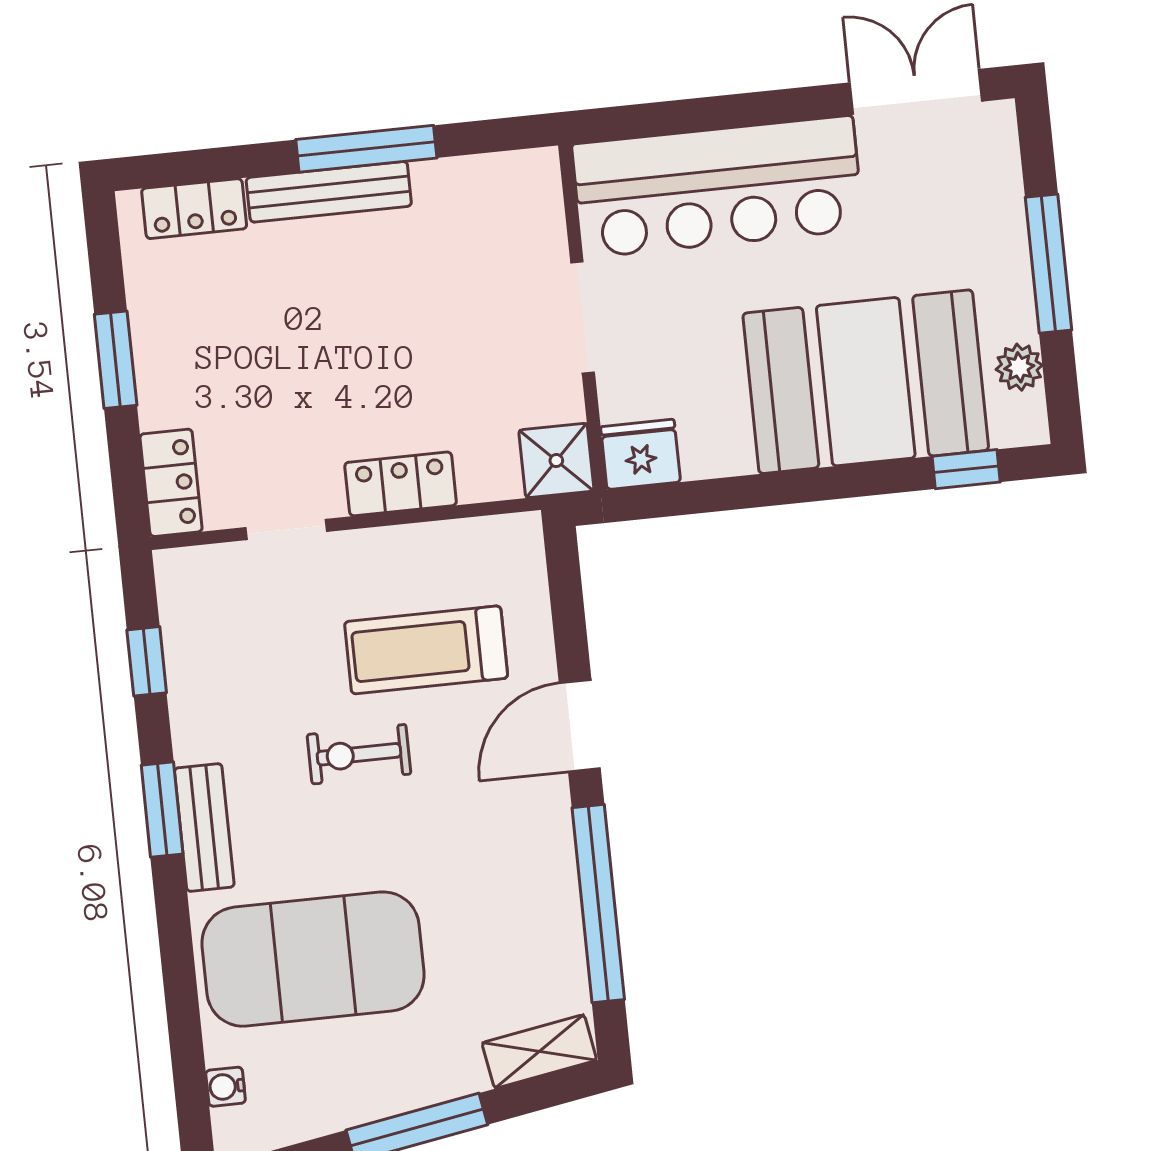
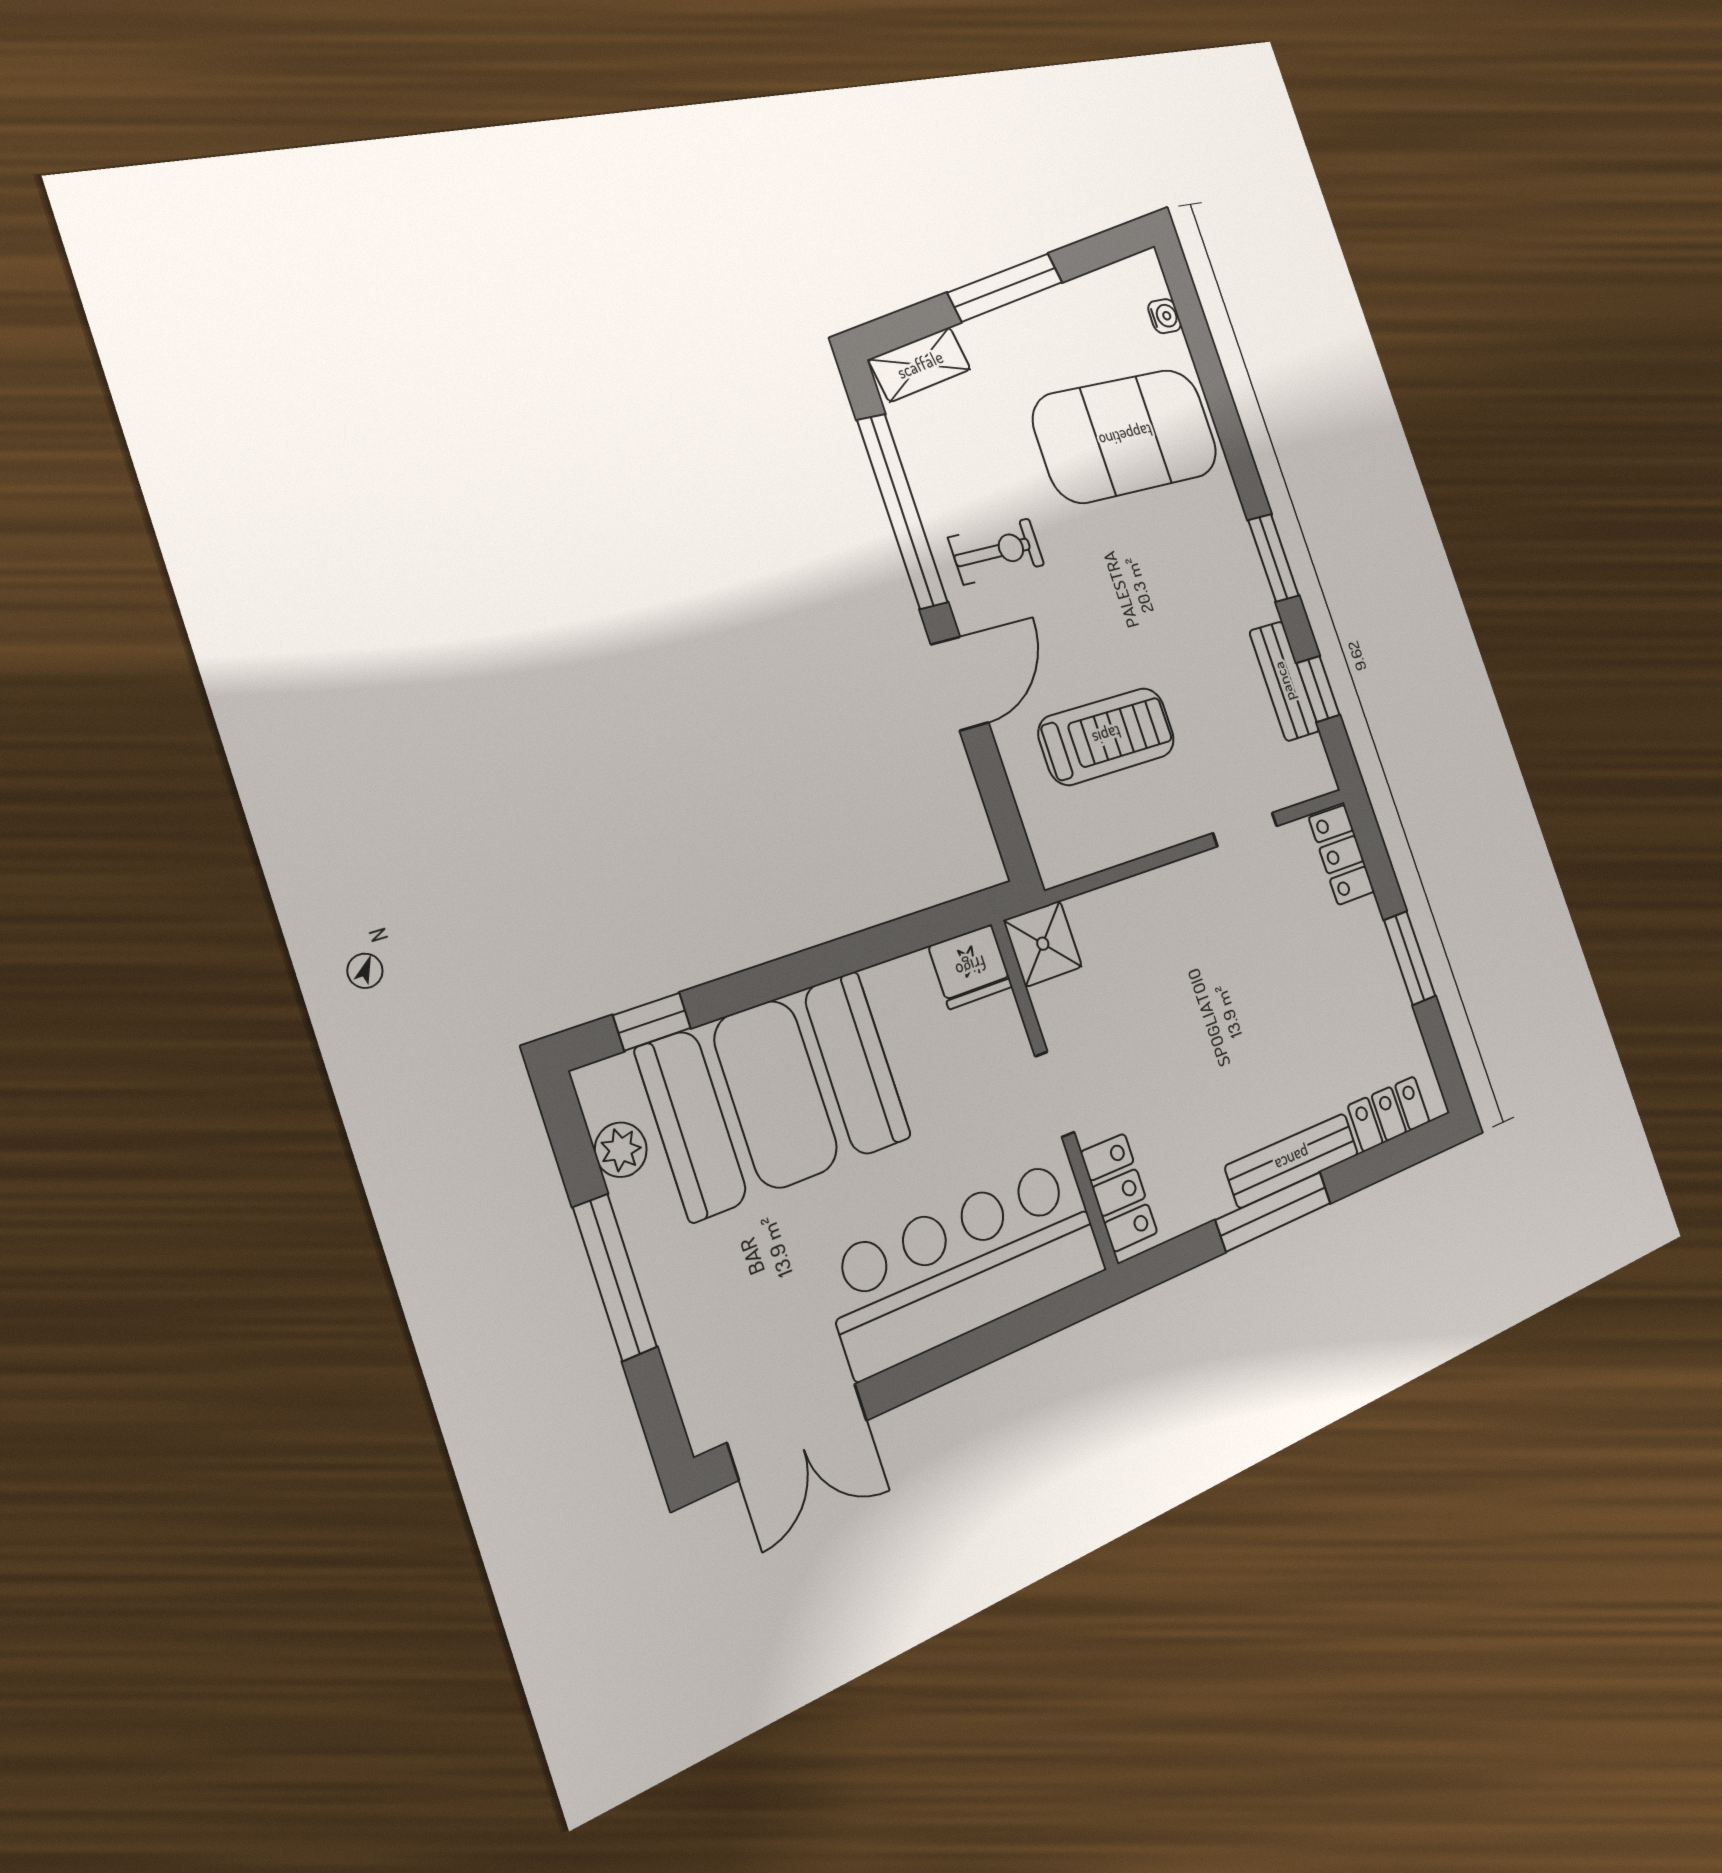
doorway: (583, 317) -> (1055, 1094), width x0.73
locker: (401, 484) -> (1119, 1193), moved, turned -90
exercise bike: (359, 754) -> (996, 551), moved
bench: (204, 828) -> (1284, 681), moved

